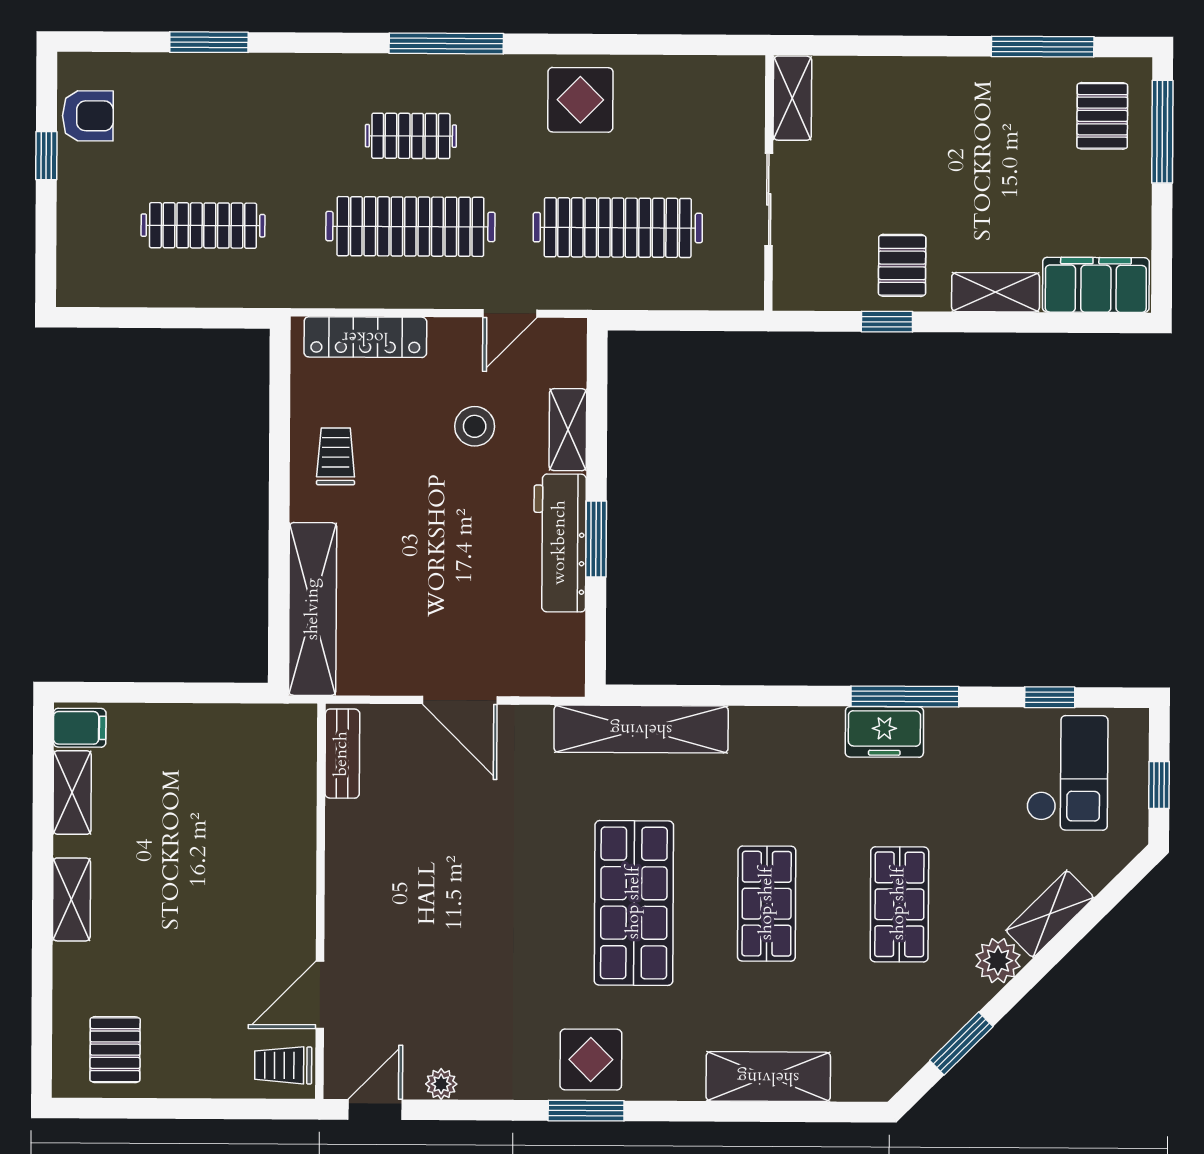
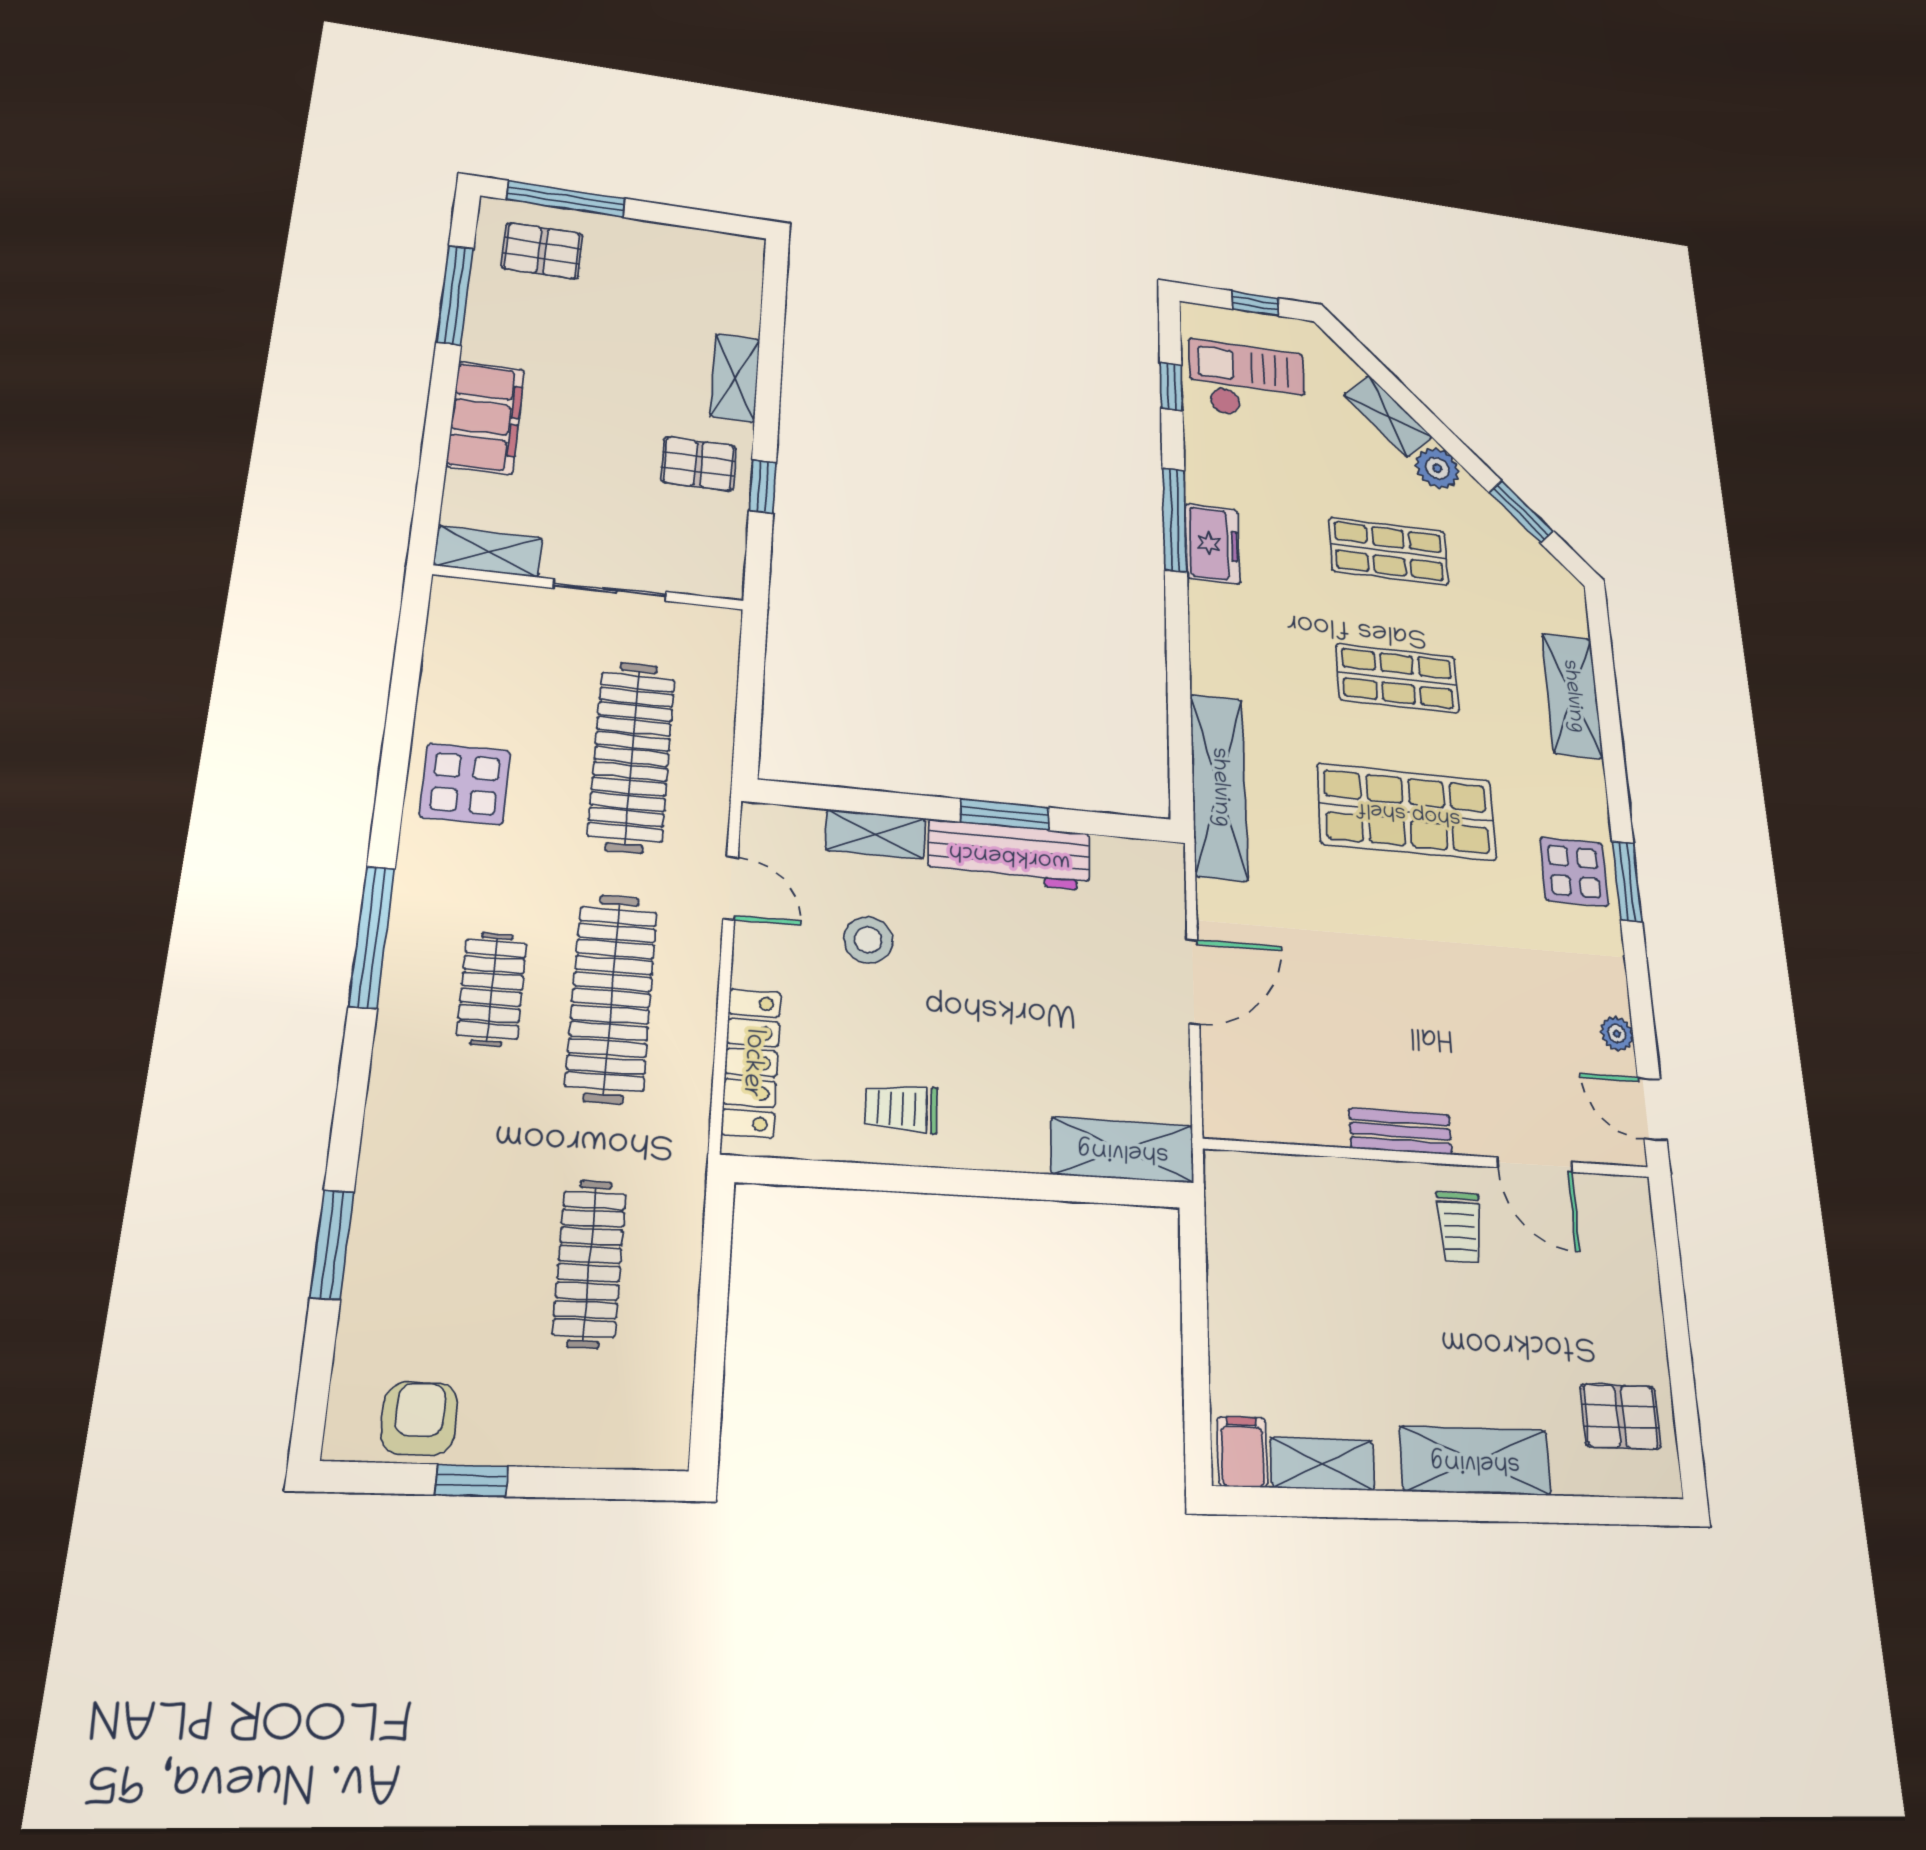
filing cabinet: (1096, 285) -> (486, 418), moved, turned 180
shelving: (313, 609) -> (1123, 1150), width x0.68
bench: (342, 754) -> (1400, 1131), moved
shelving: (71, 899) -> (1475, 1461), width x1.50, depth x1.33
trolley: (283, 1065) -> (1460, 1227), moved

